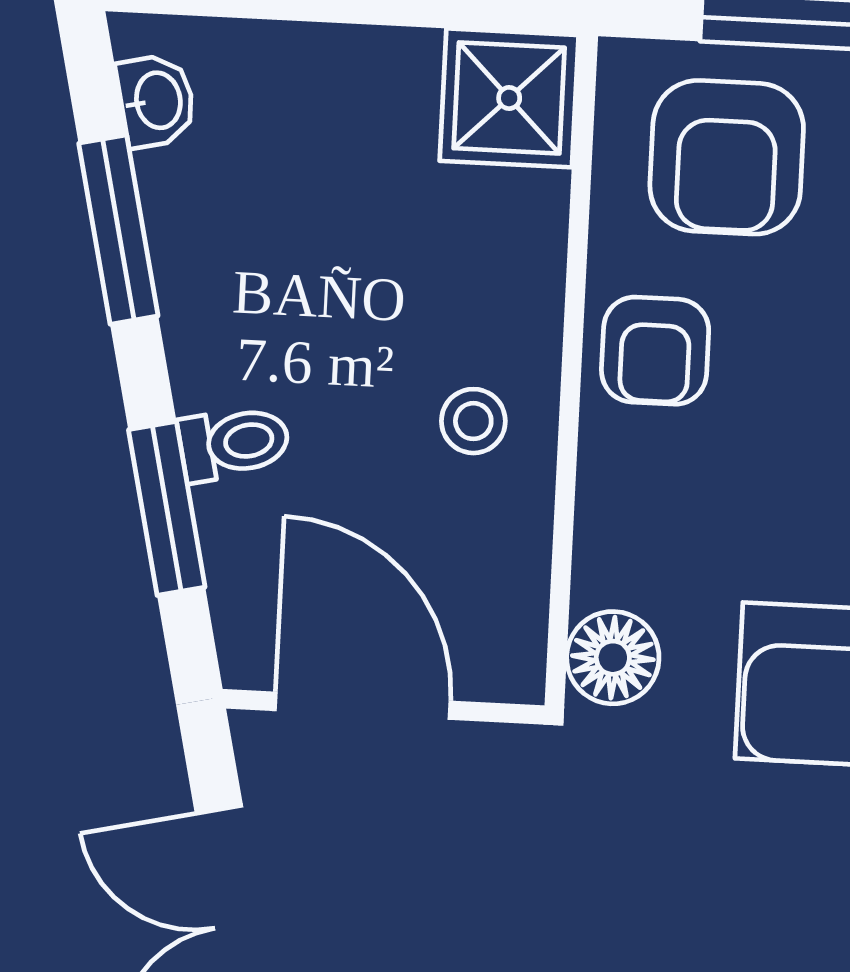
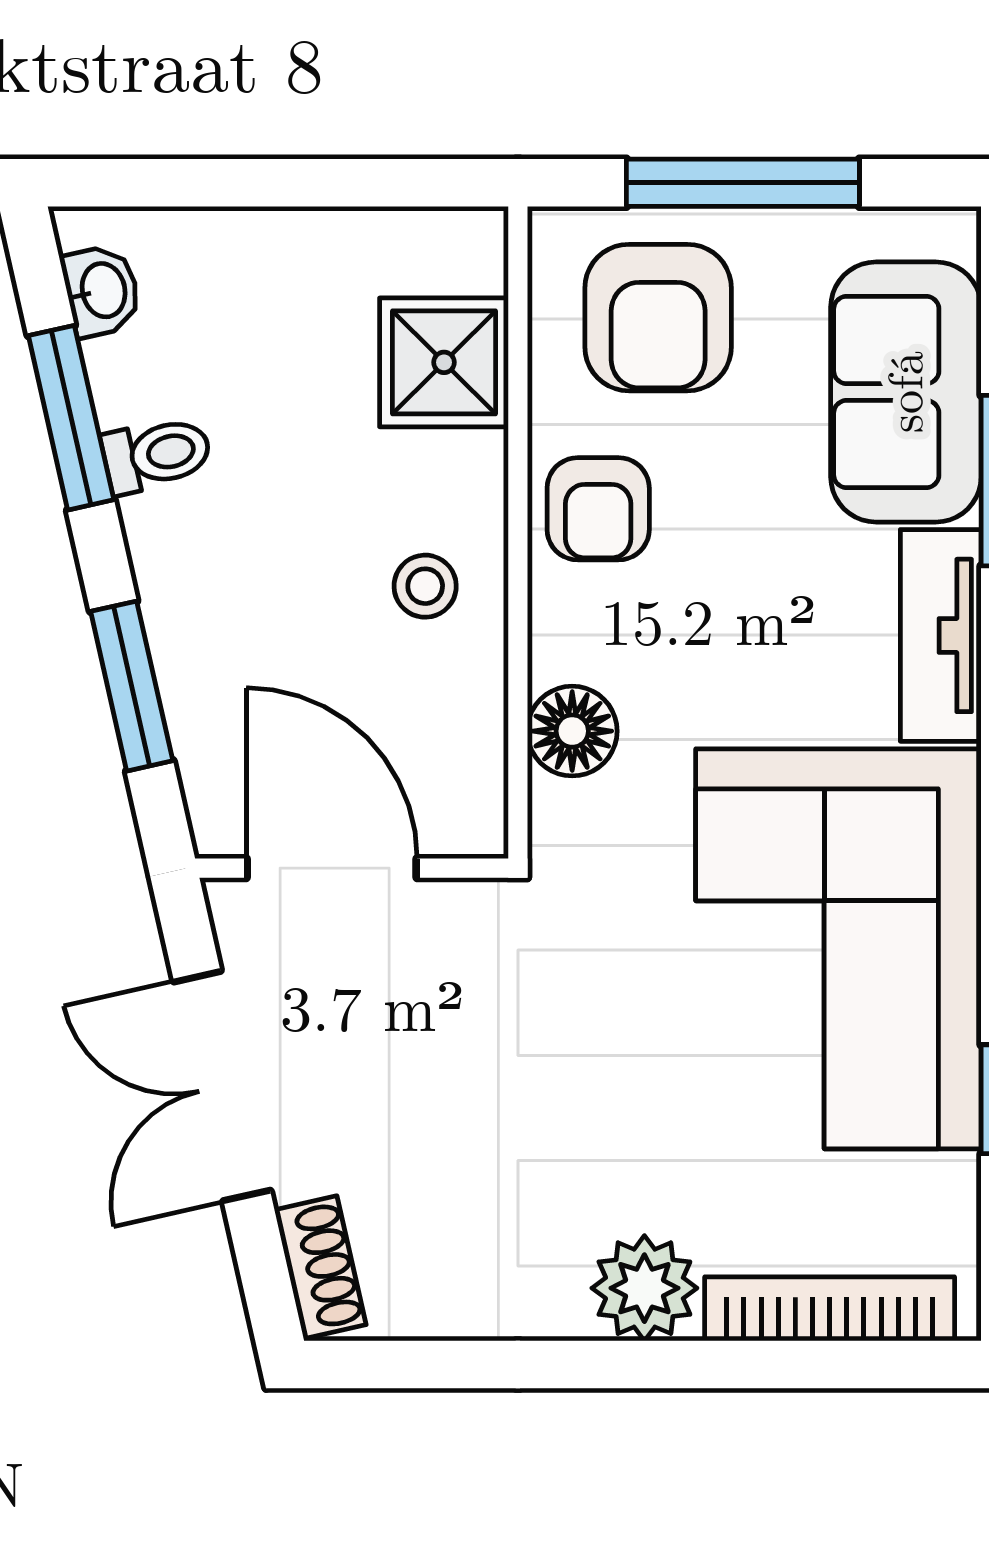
shower: (509, 98) -> (444, 362), moved
toilet: (234, 443) -> (157, 455), moved
floor lamp: (613, 658) -> (572, 731), moved

